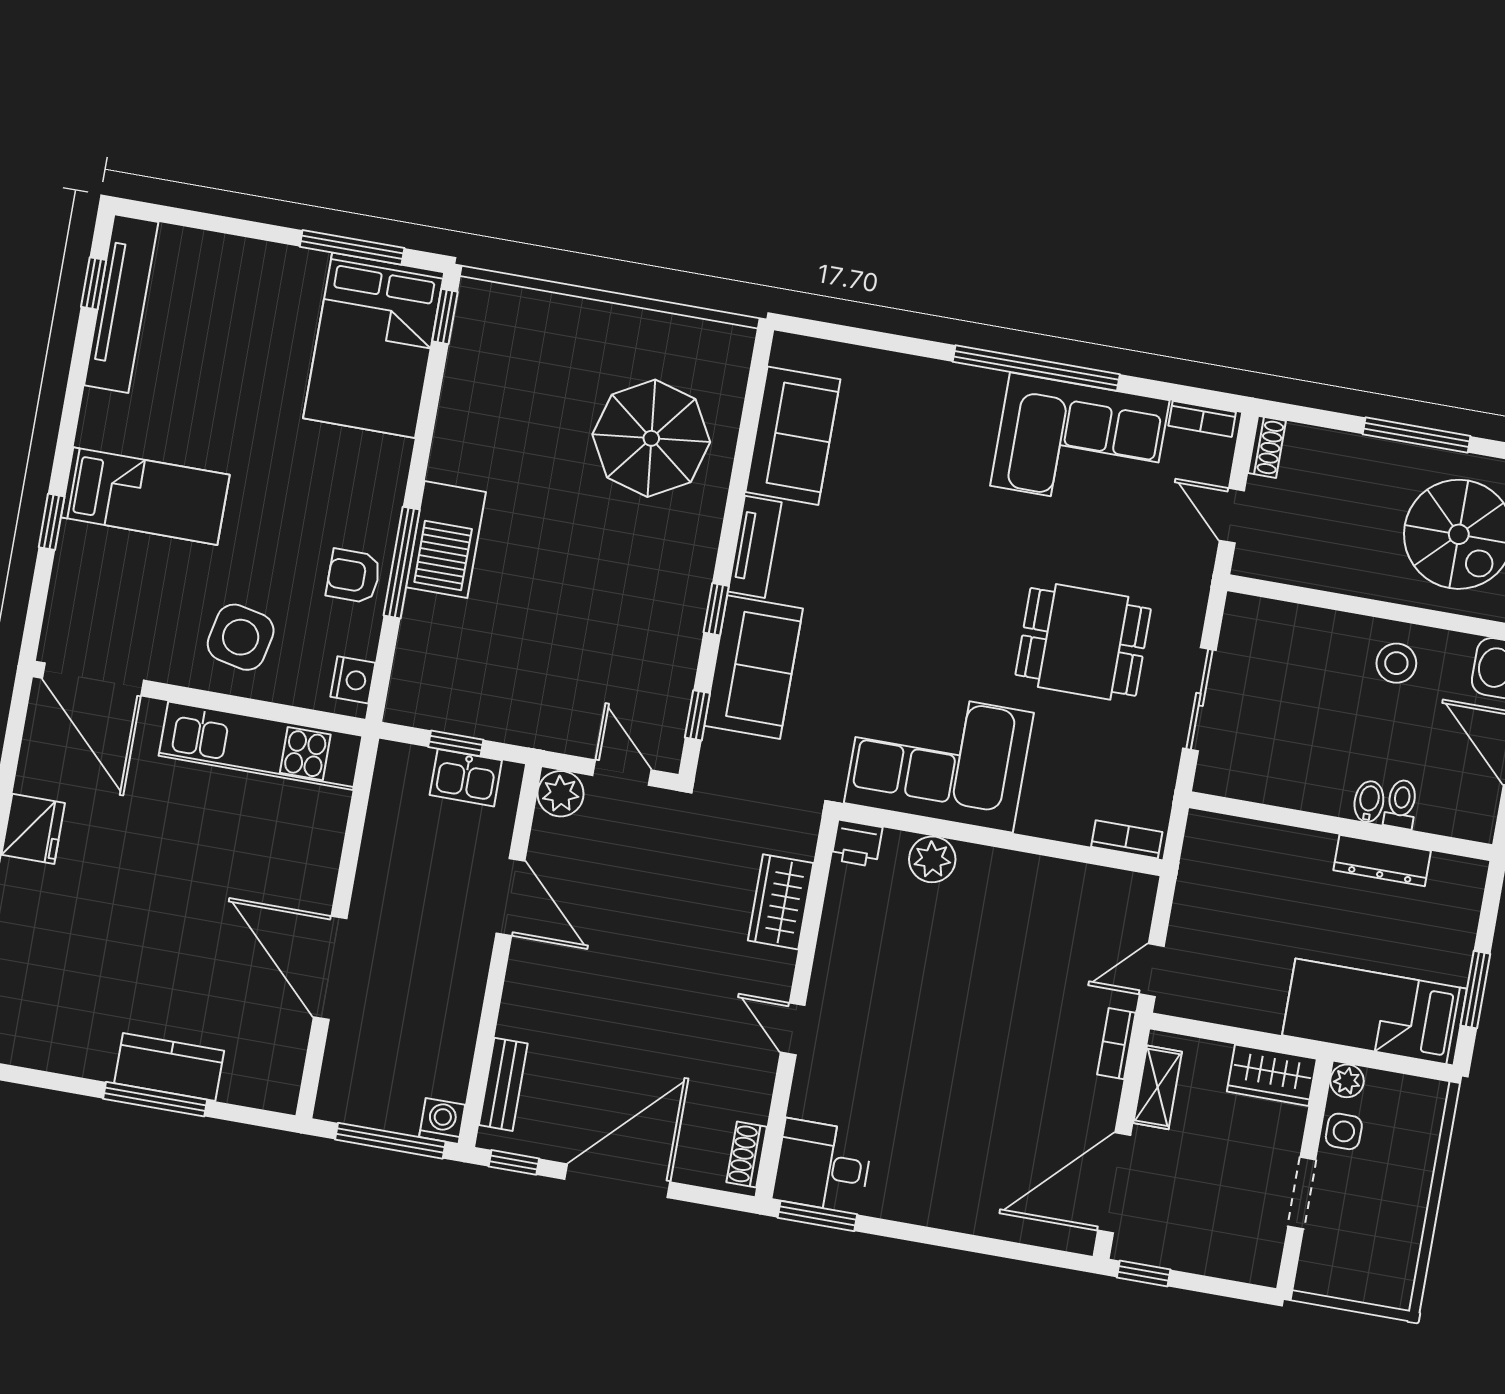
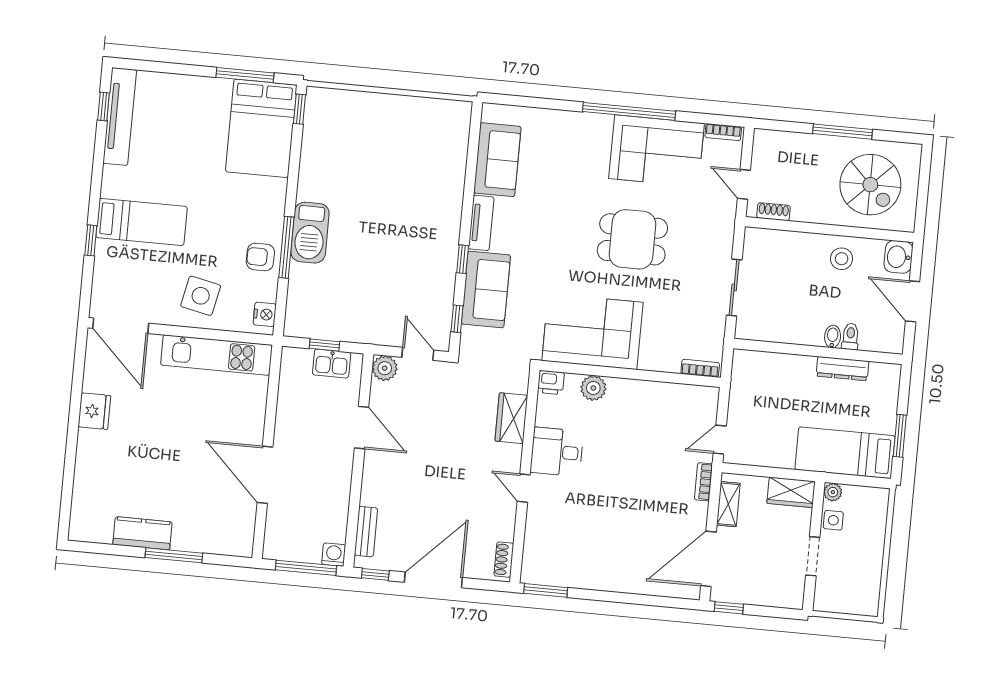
parasol: (651, 438) -> (419, 167), removed
shoe rack: (1267, 447) -> (774, 212), moved, turned -90
dining table: (1083, 642) -> (632, 239), moved
kitchen counter: (169, 1067) -> (142, 533), moved
desk: (823, 1166) -> (557, 452), moved

